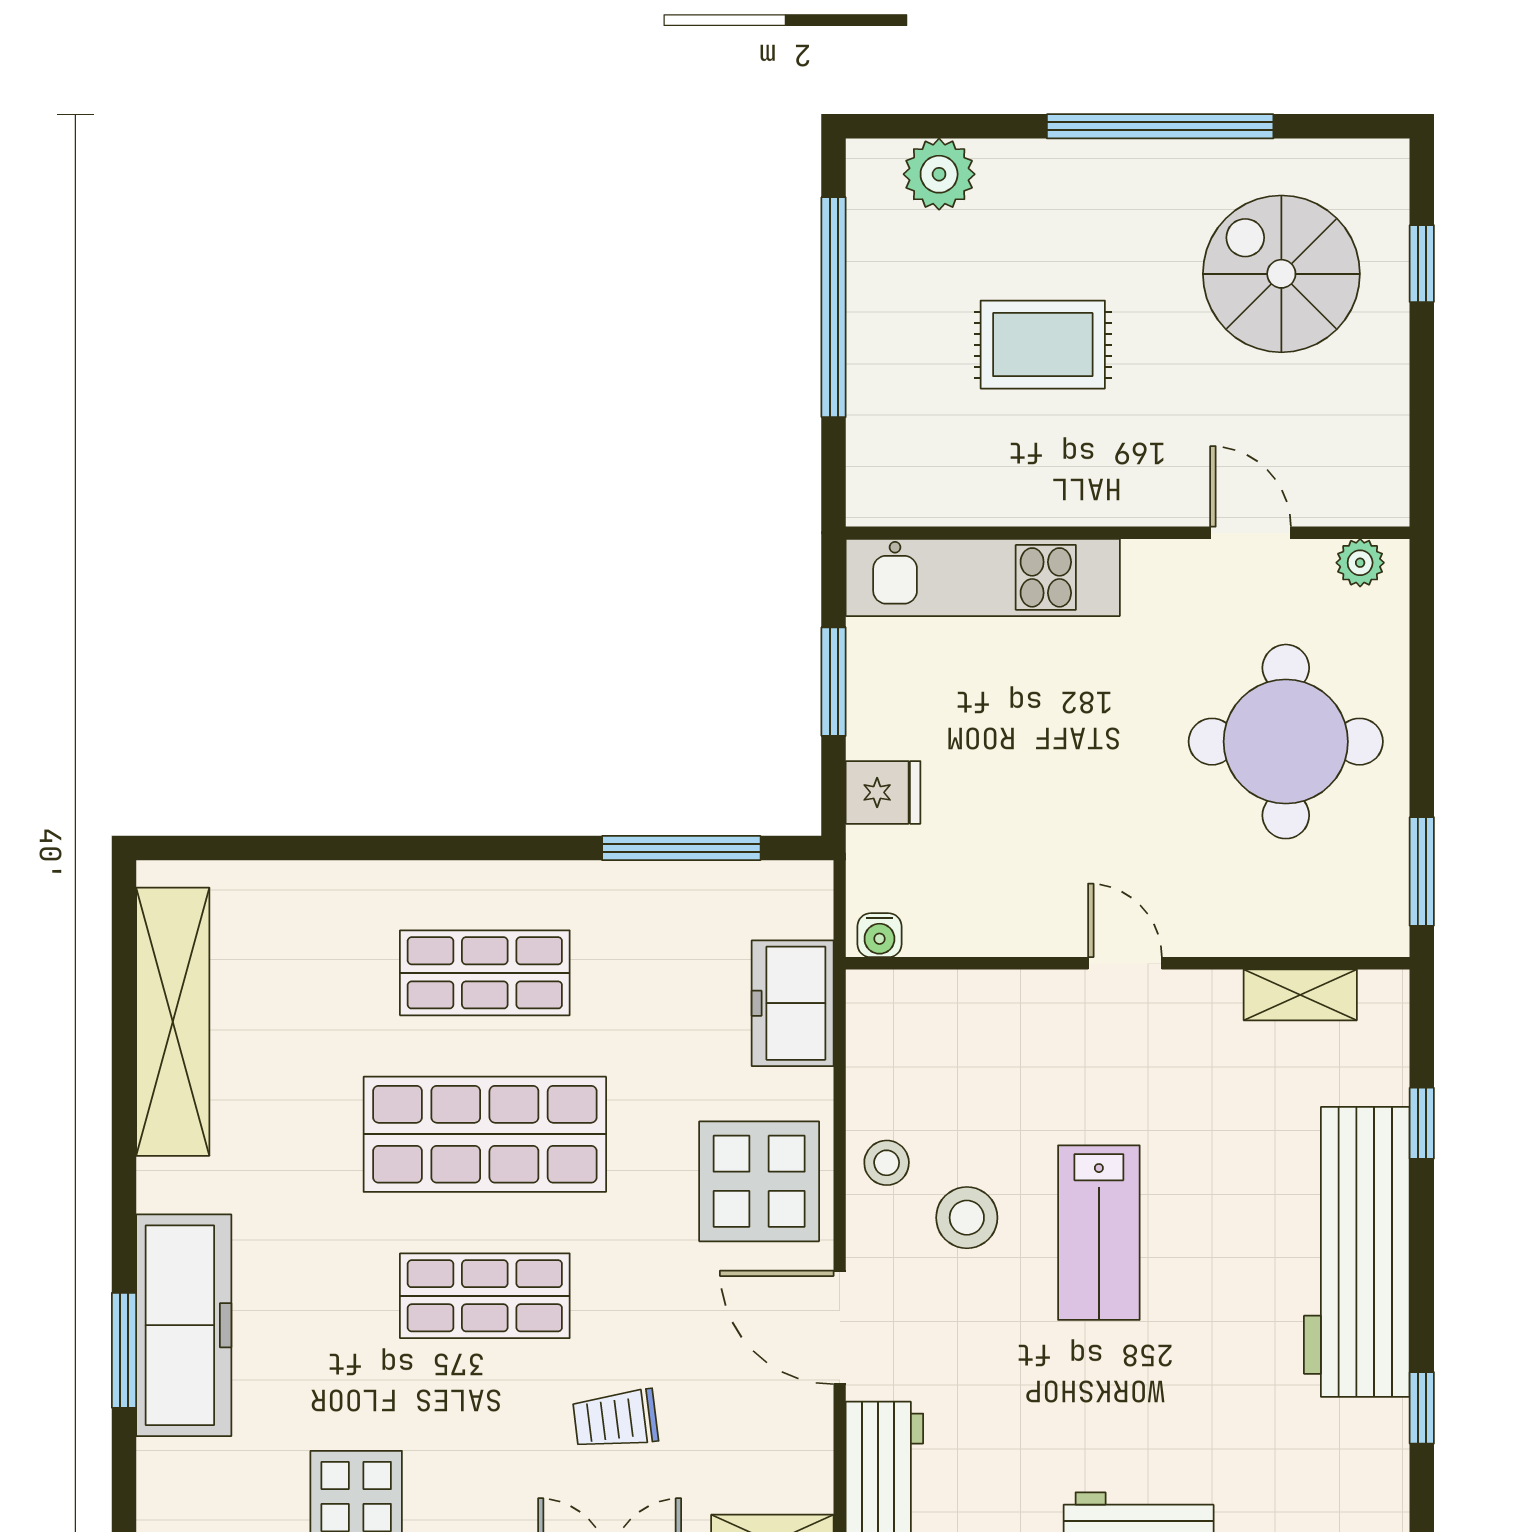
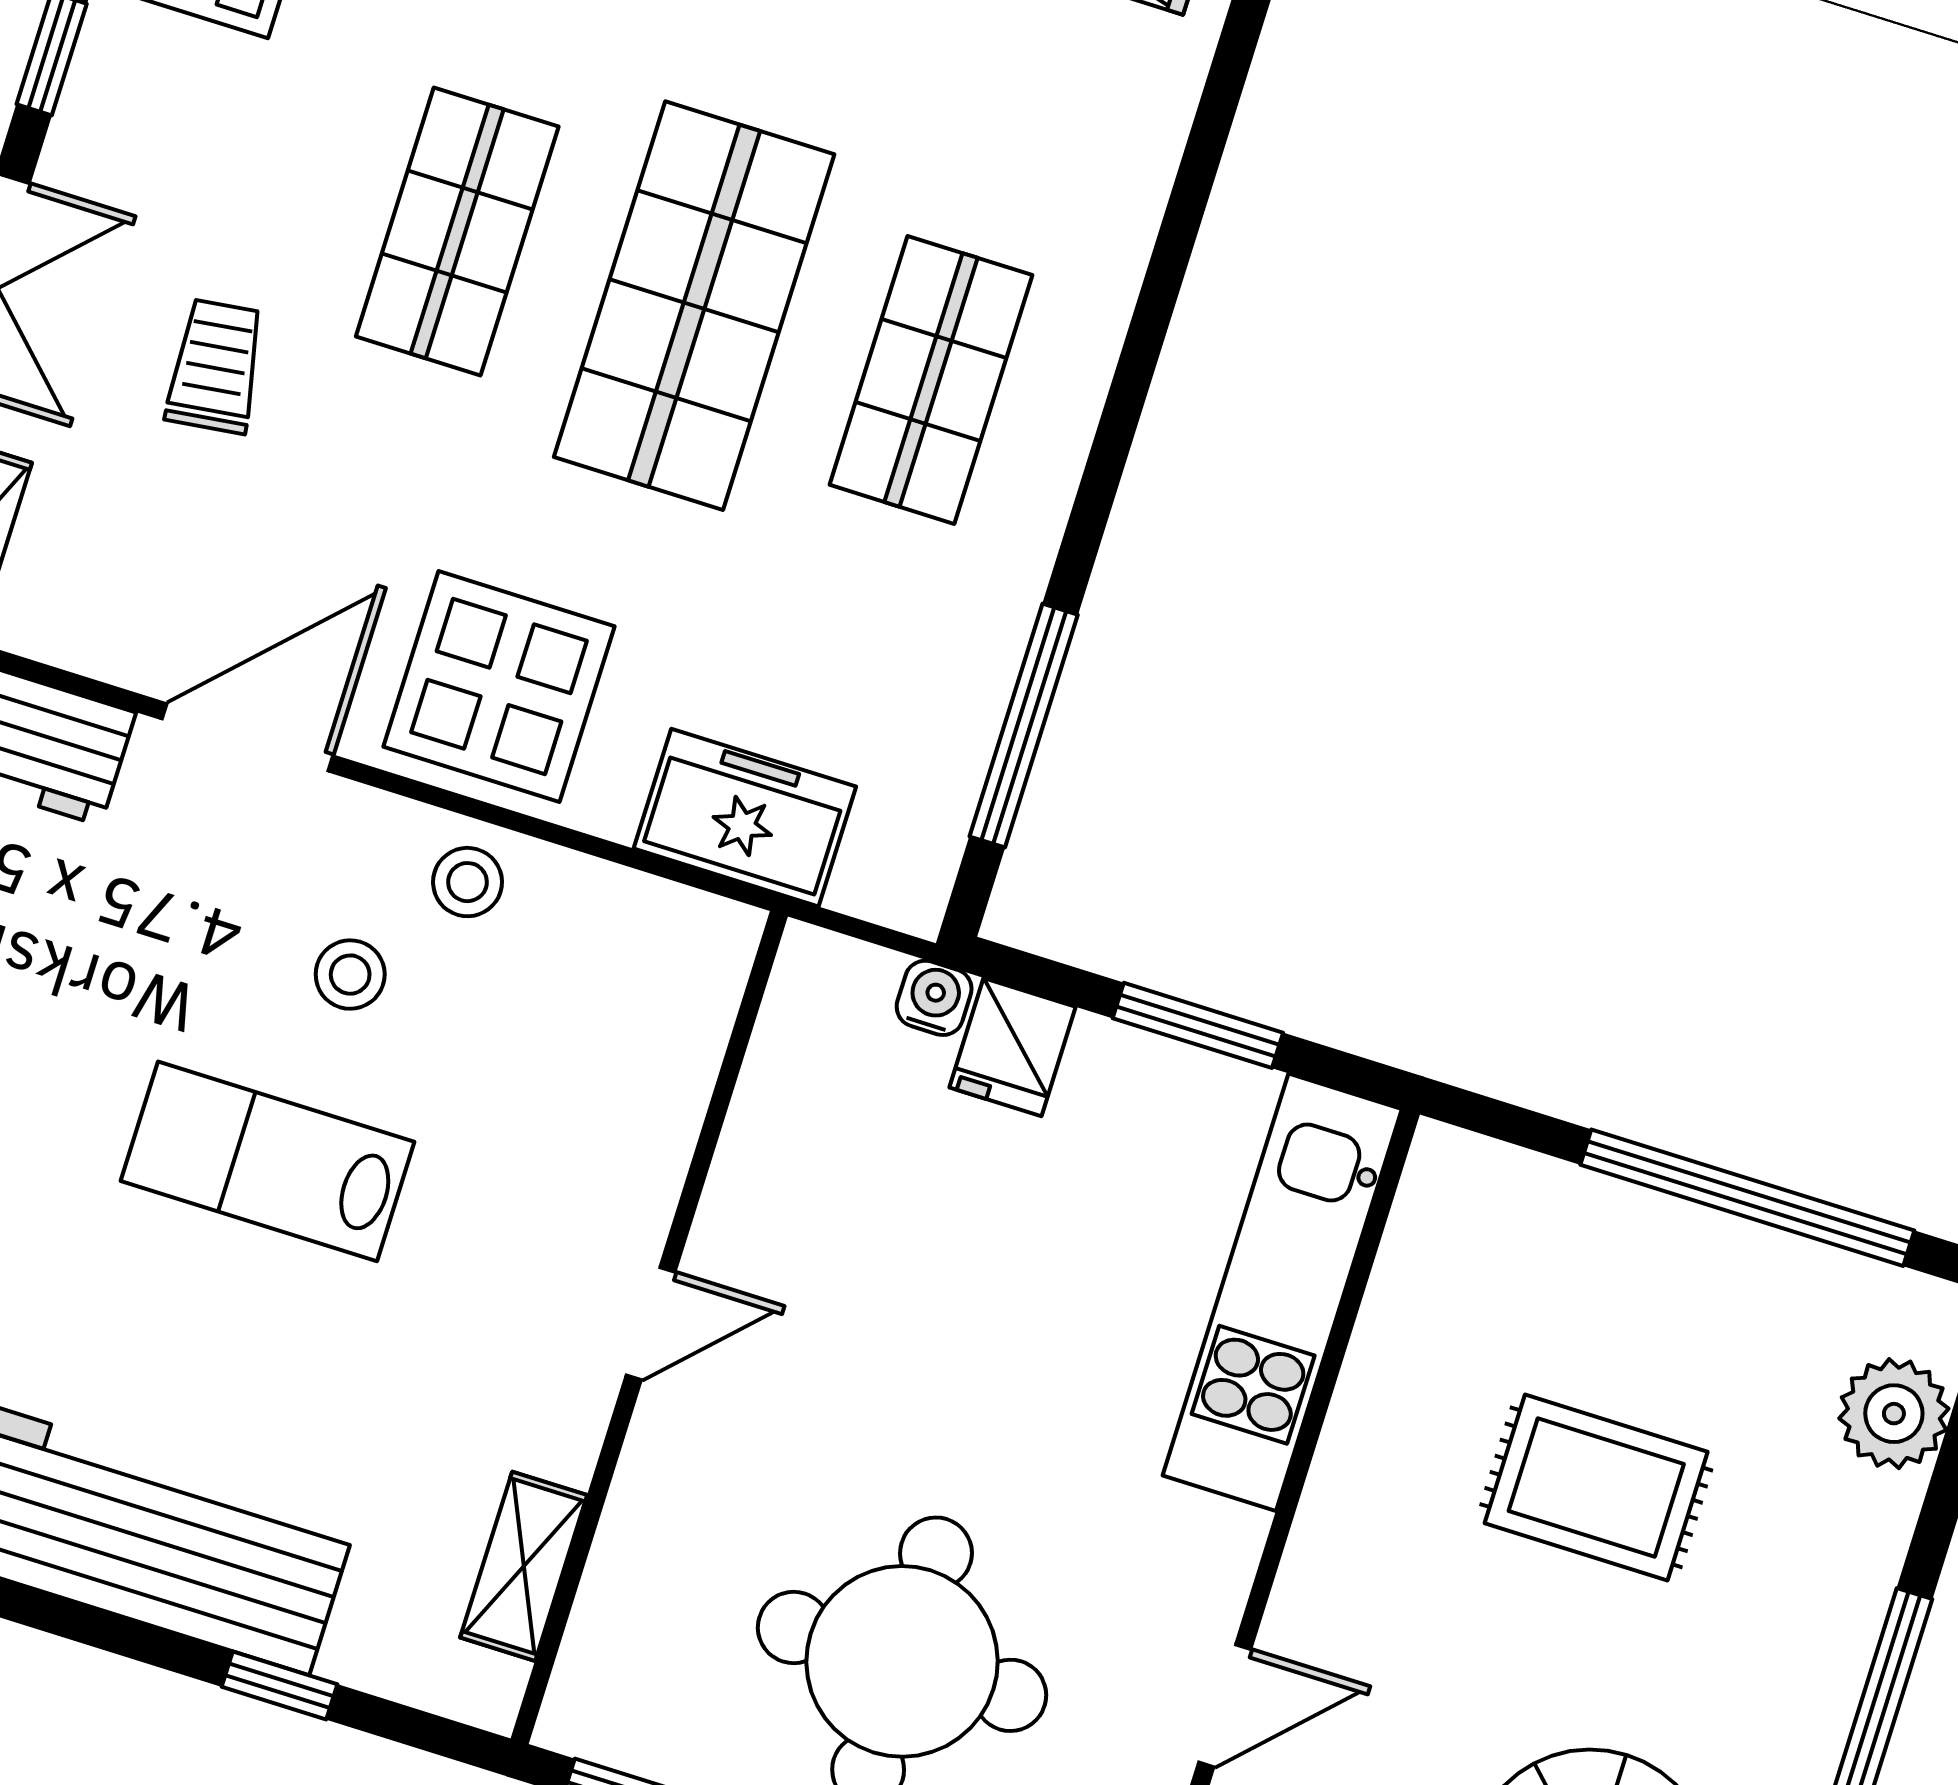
rug: (1043, 345) -> (1596, 1487), turned 90
water cooler: (879, 935) -> (934, 998), moved, turned 90
stool: (967, 1218) -> (350, 975), width x0.73, depth x0.73

